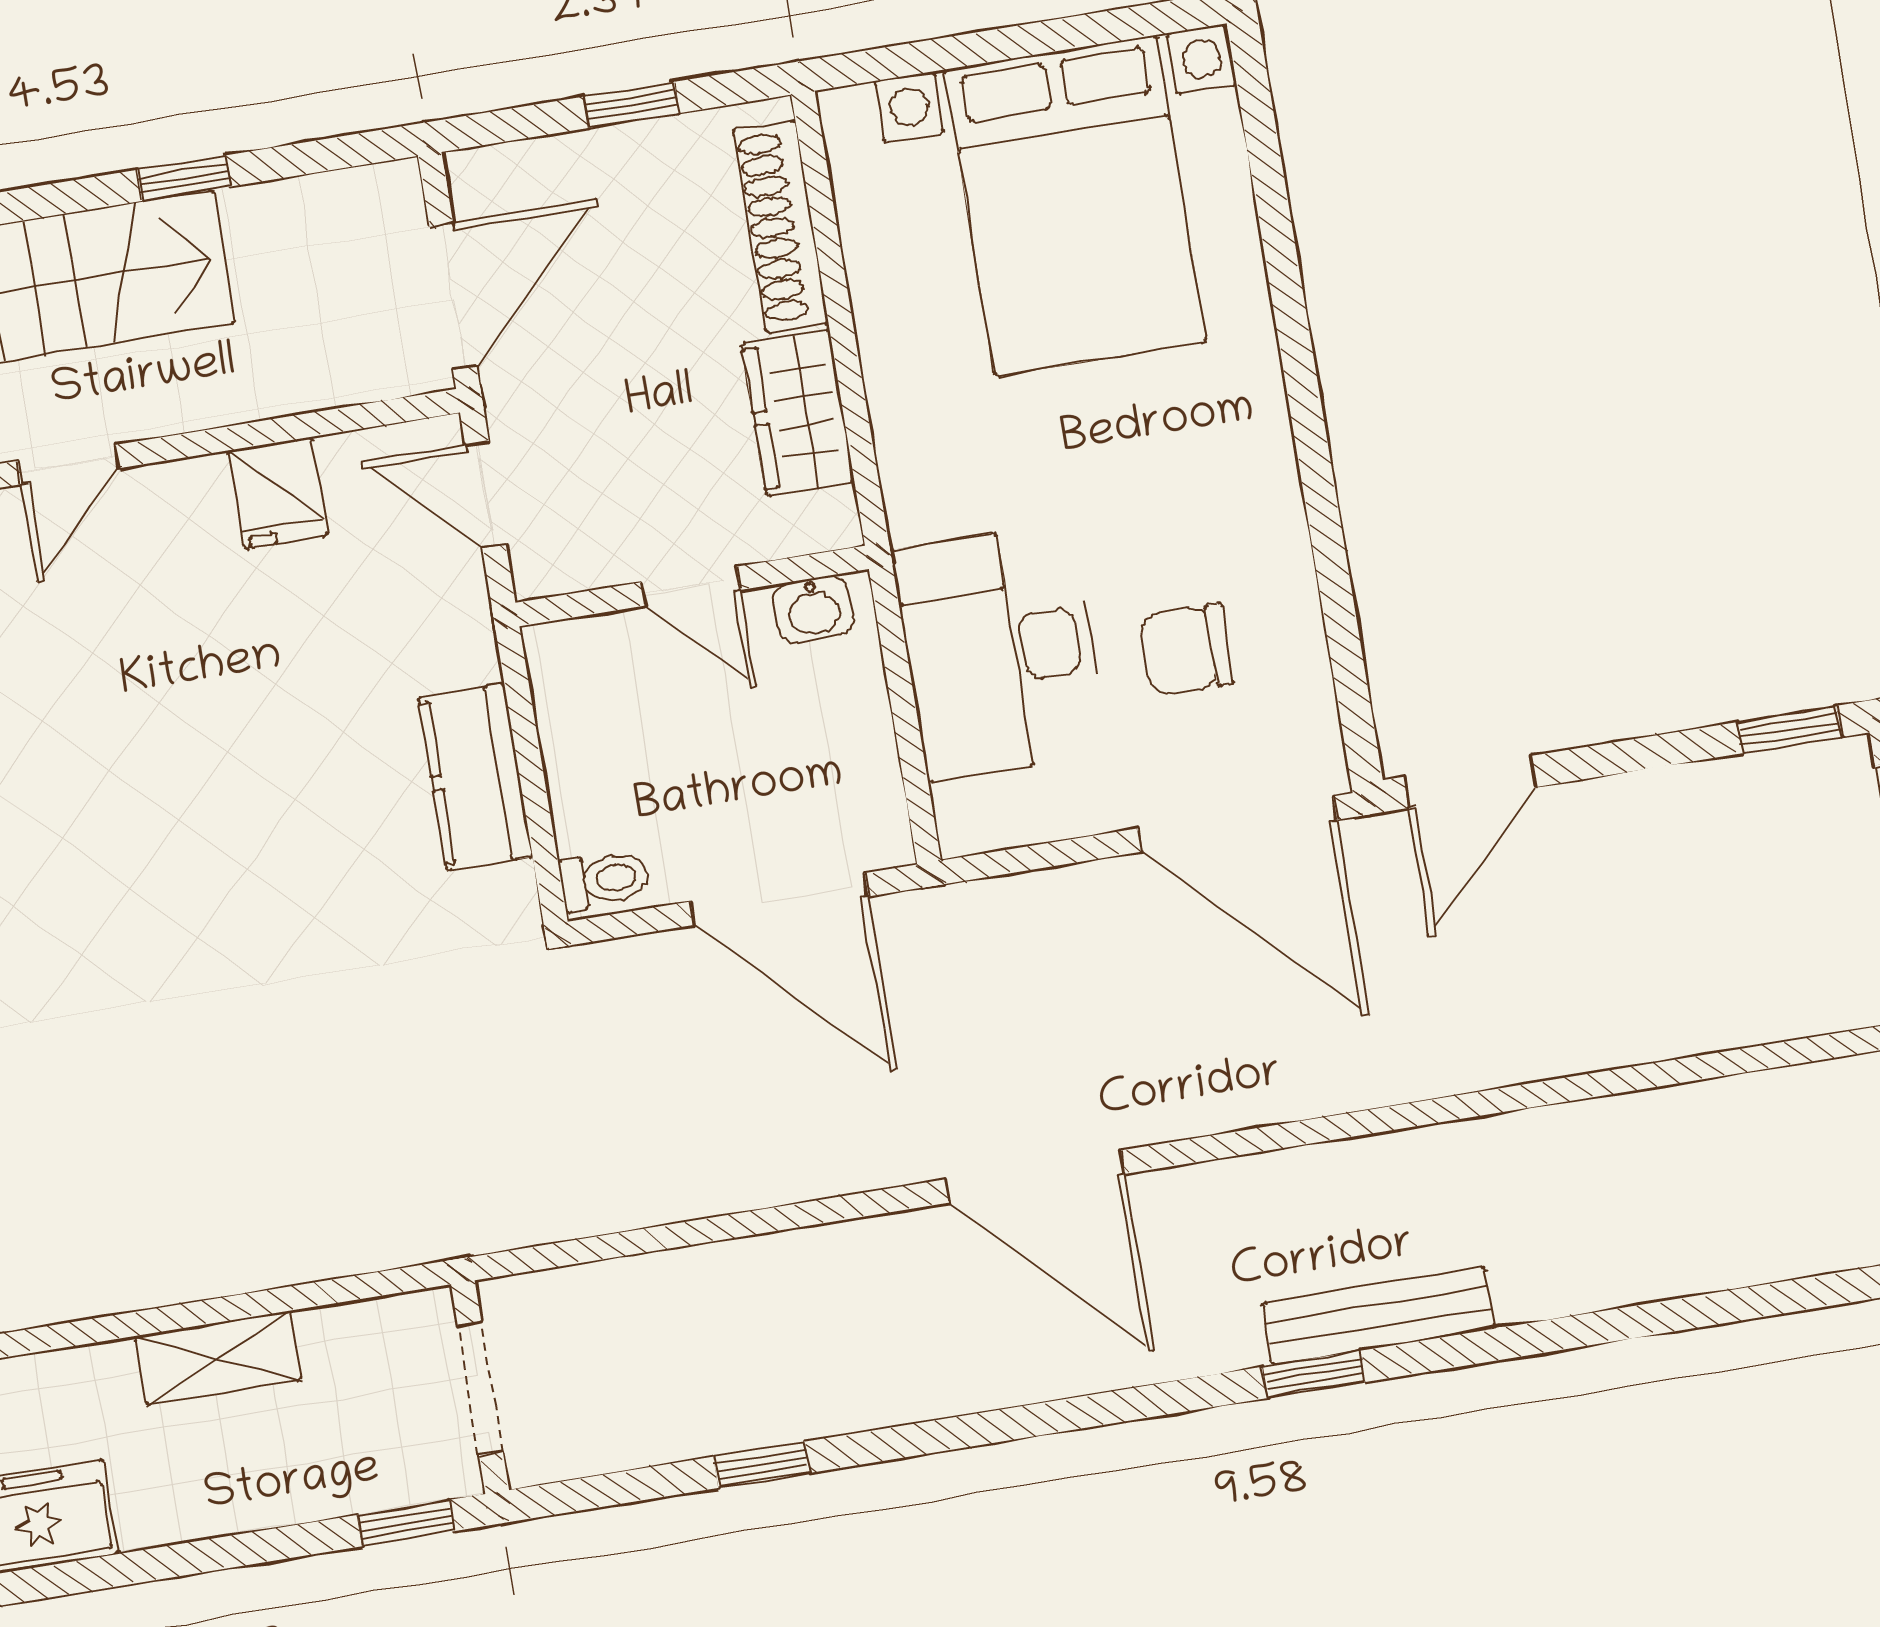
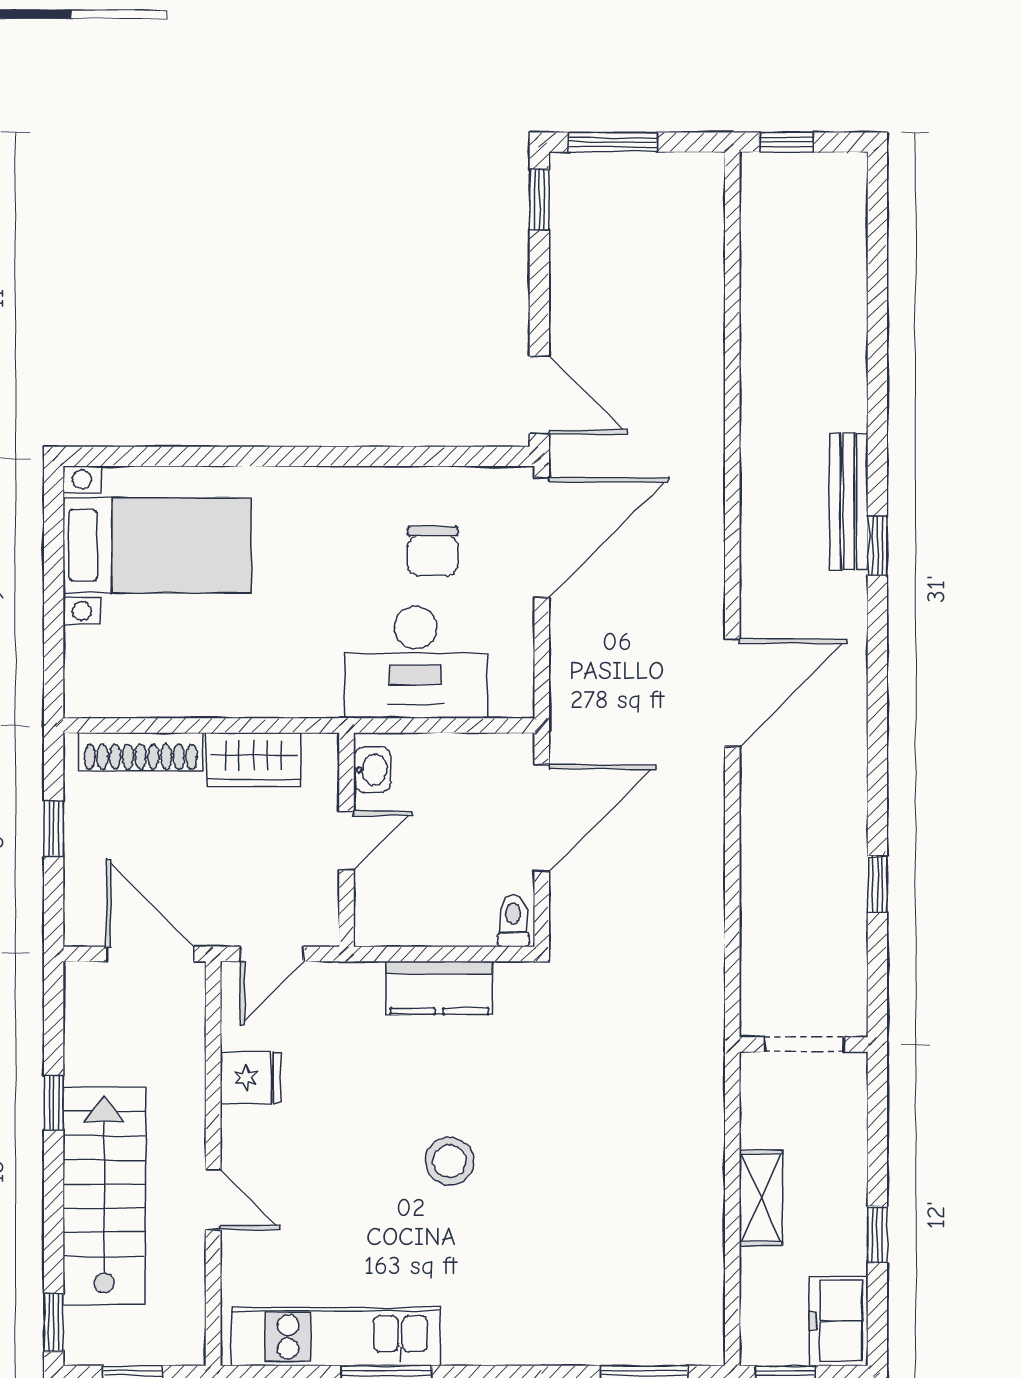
bed with nightstands: (1075, 206) -> (157, 545), width x0.73
stool: (195, 840) -> (449, 1161), added
window: (406, 1523) -> (877, 1235), moved

